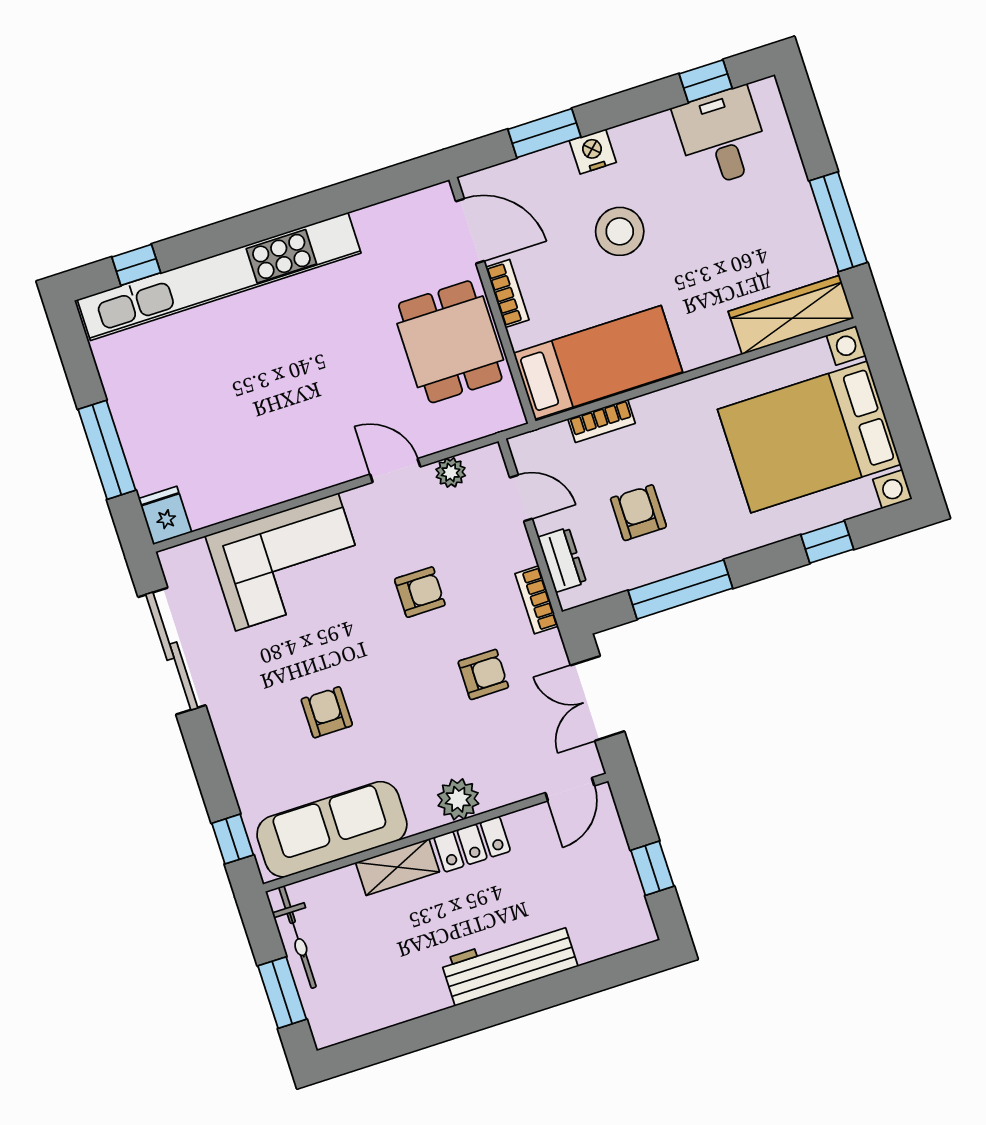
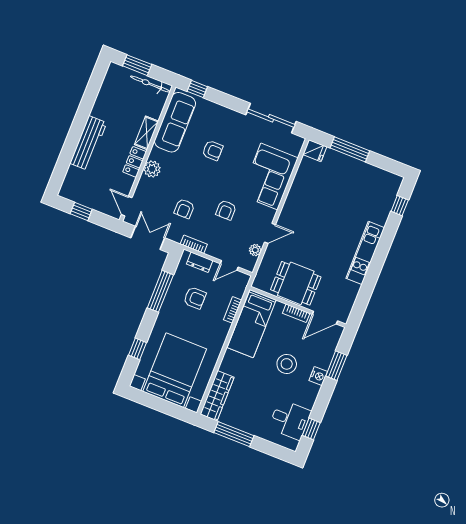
kitchen unit: (219, 276) -> (365, 253), width x0.54

